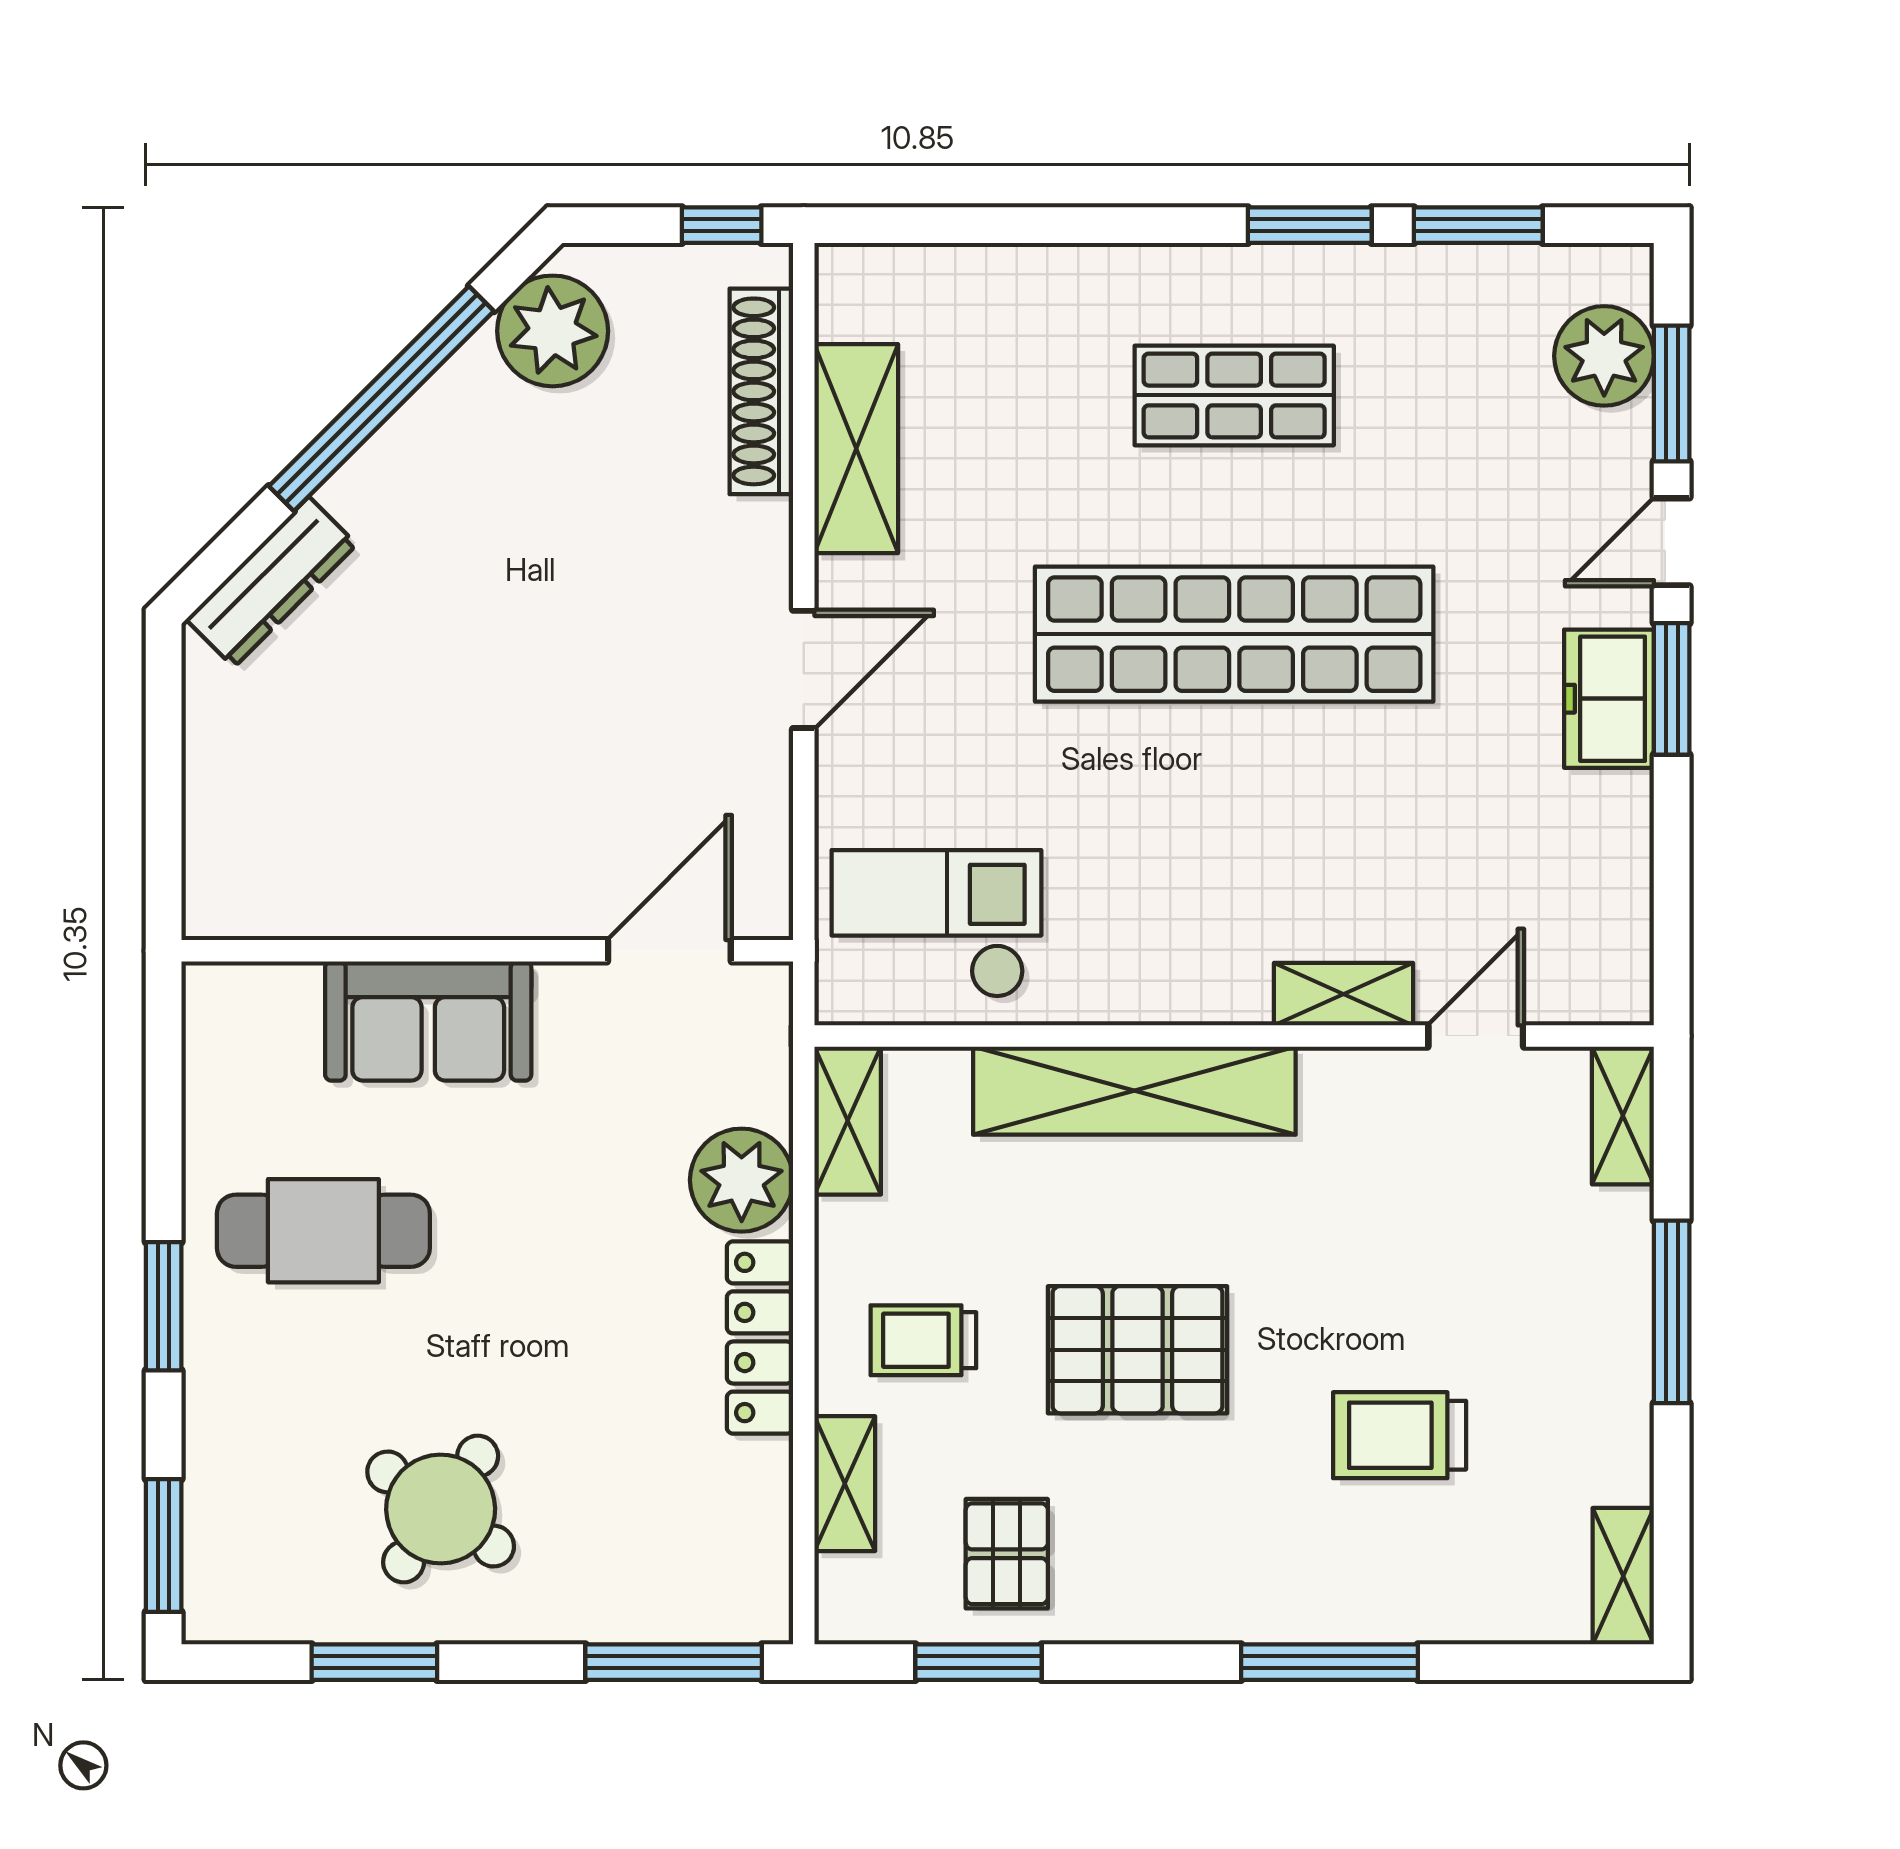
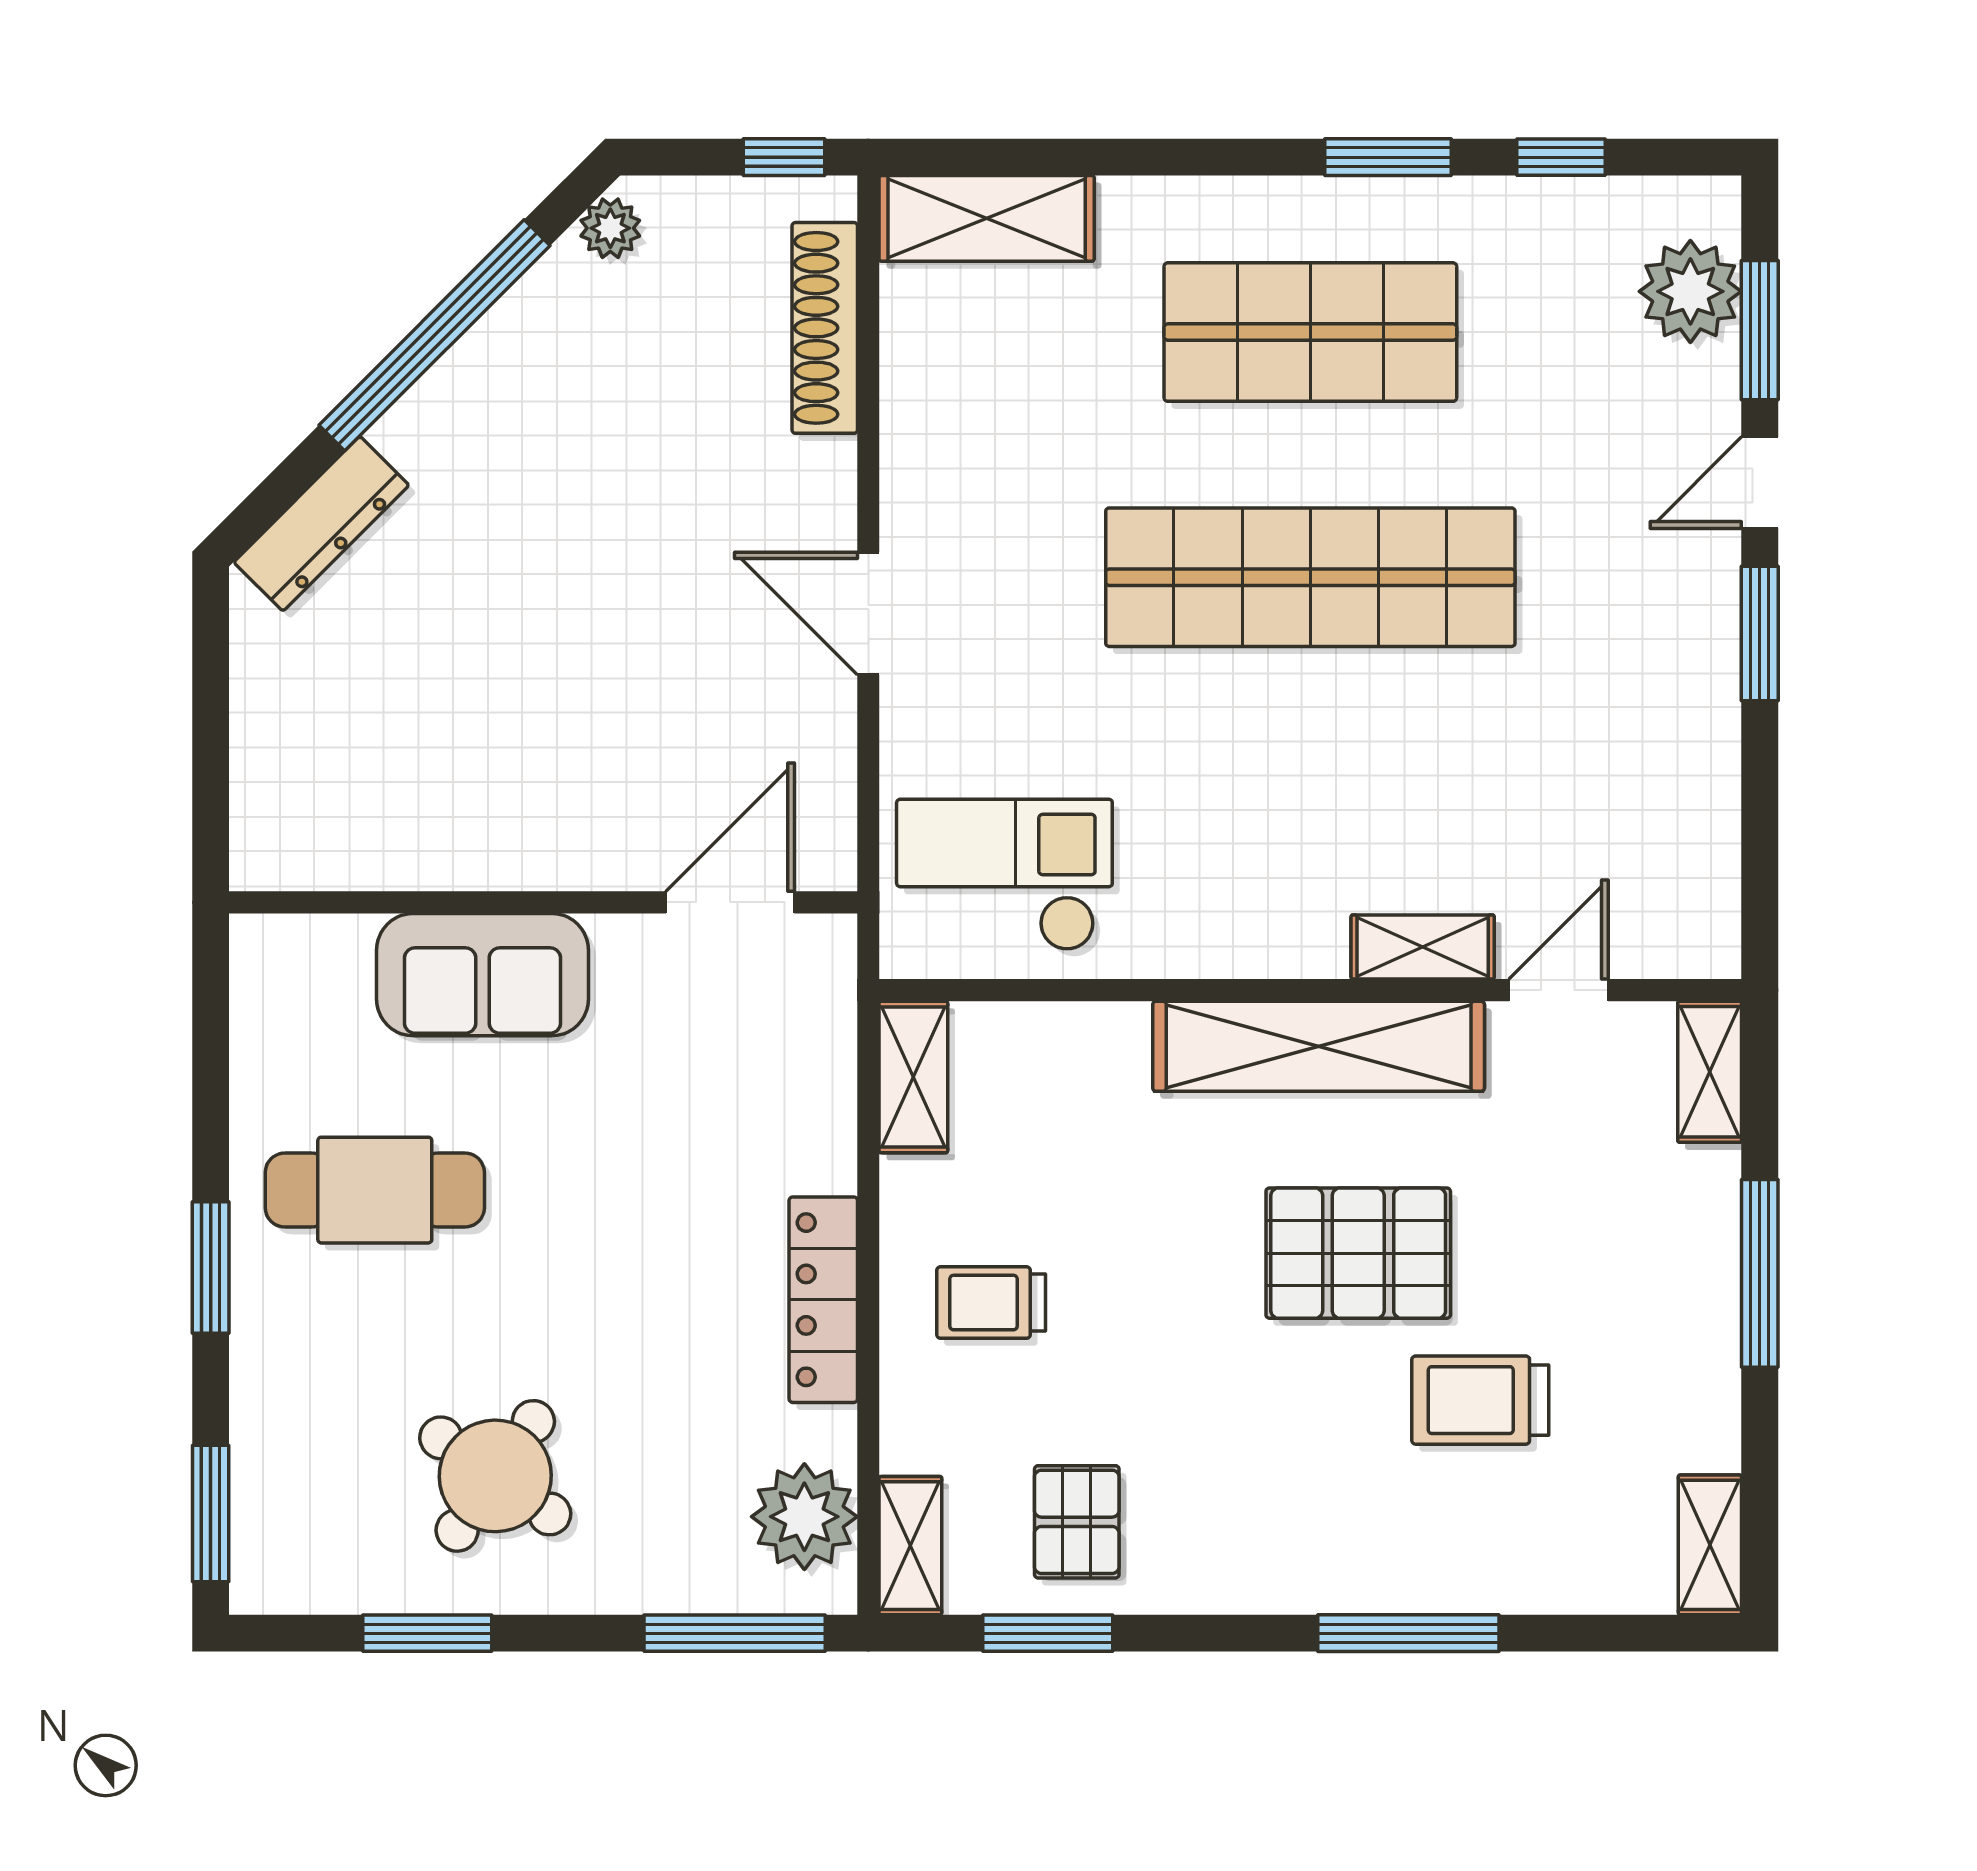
window: (1478, 225) -> (1561, 157), width x0.67
plant: (553, 331) -> (610, 228), width x0.53, depth x0.53
shop shelf: (1234, 395) -> (1310, 332), width x1.43, depth x1.36
shelving: (856, 449) -> (987, 218), moved, turned 90
door: (804, 669) -> (868, 614), swing flipped
freezer: (1609, 699) -> (1695, 644), removed
shelving: (1134, 1091) -> (1319, 1046), moved
plant: (742, 1180) -> (804, 1517), moved
pallet: (1137, 1350) -> (1358, 1253), moved
shelving: (845, 1484) -> (910, 1546), moved

